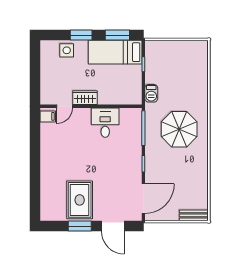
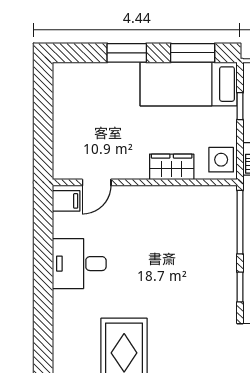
side table: (67, 50) -> (221, 160), moved
wardrobe: (85, 98) -> (172, 167), moved
desk: (105, 123) -> (79, 264), moved, turned -90

